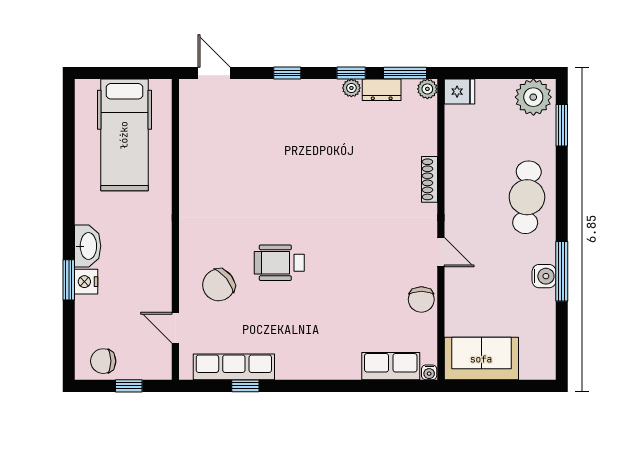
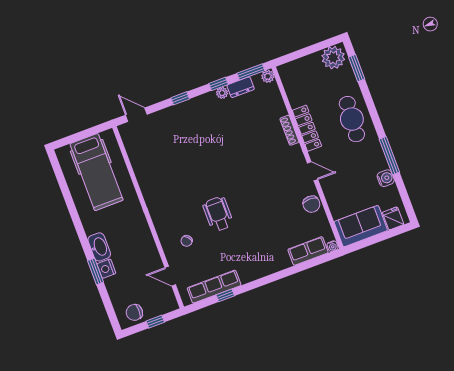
fridge: (459, 92) -> (393, 218), moved, turned -90
locker: (456, 186) -> (307, 128), added
wheelchair: (279, 263) -> (218, 214), turned 90
water cooler: (544, 276) -> (386, 178), moved
chair: (219, 285) -> (187, 241), width x0.54, depth x0.54

